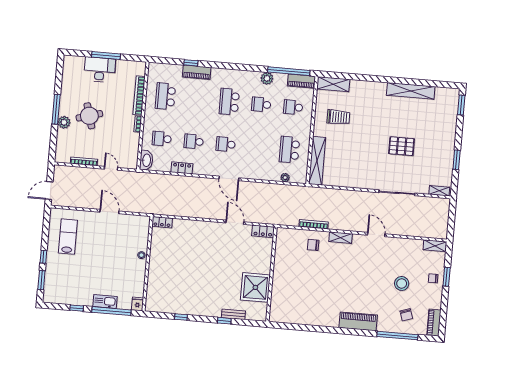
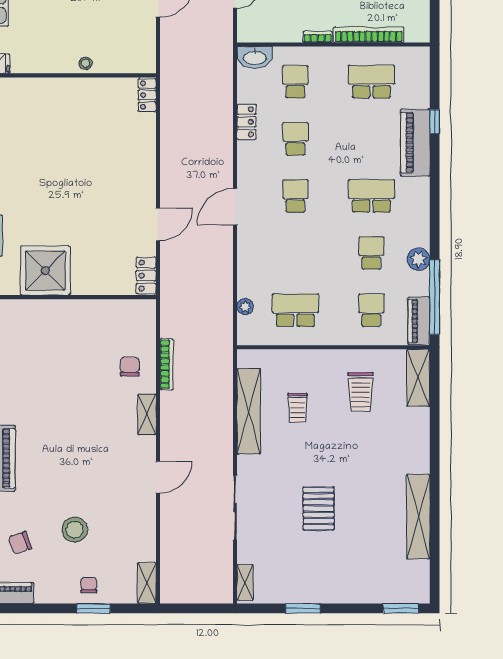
piano: (197, 72) -> (415, 143), width x1.37, depth x1.33
trolley: (344, 153) -> (298, 408), added
shelving: (317, 161) -> (249, 411), moved, turned 90

